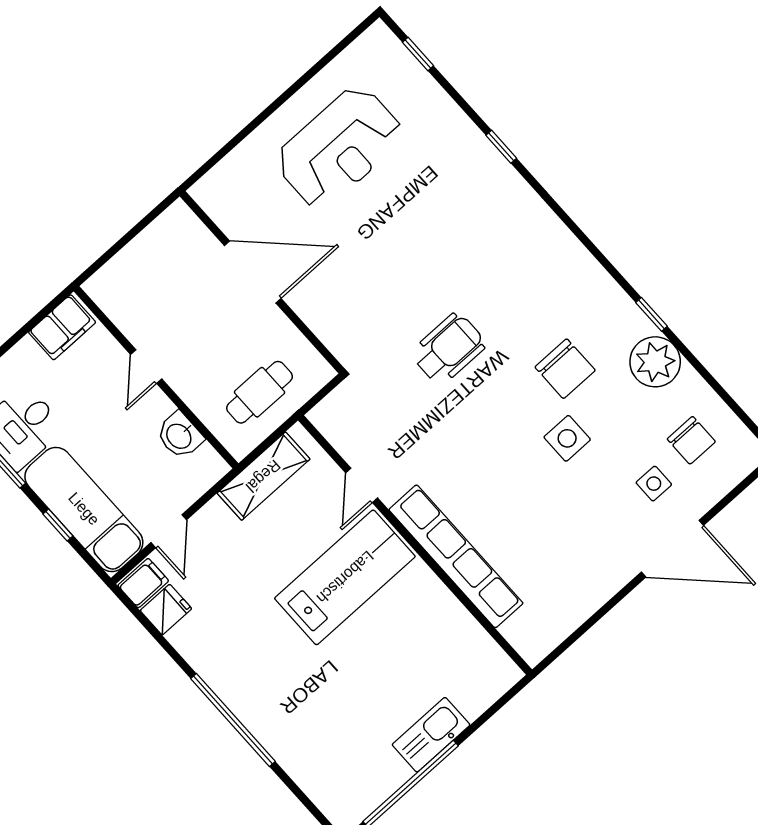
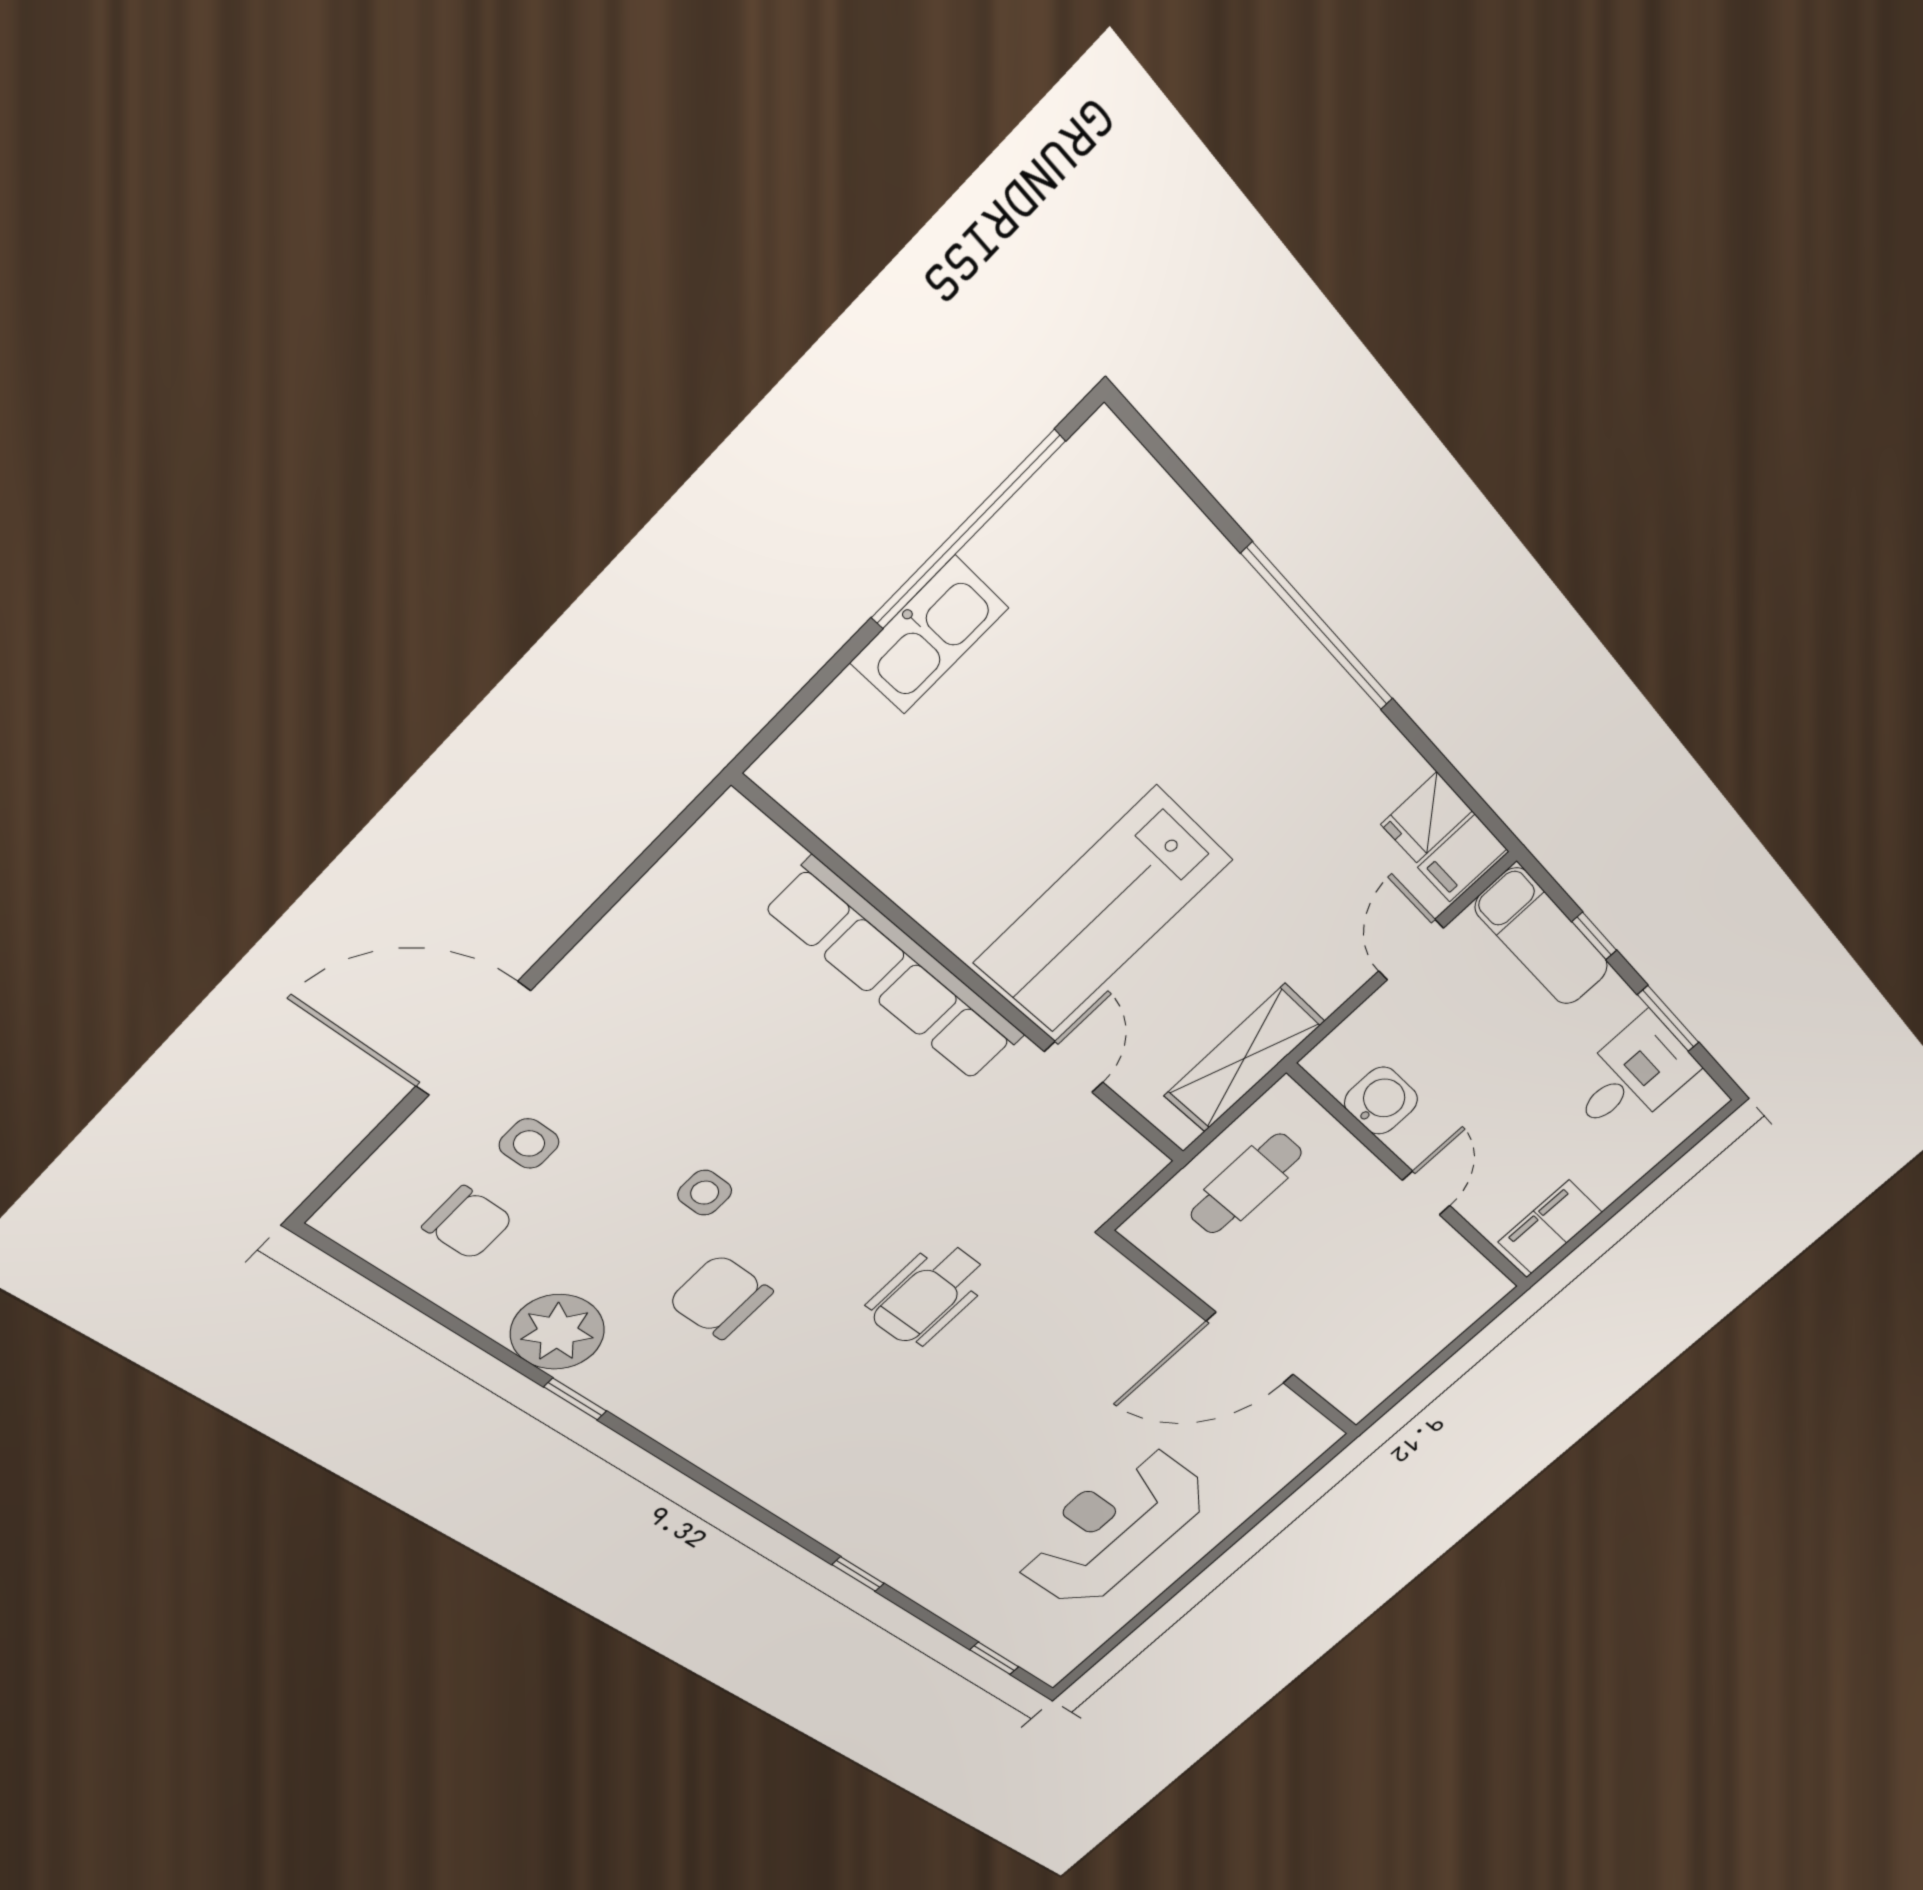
side table: (567, 438) -> (705, 1193), width x0.73, depth x0.73
chair: (691, 440) -> (468, 1223), turned 180
exam couch: (84, 509) -> (1542, 937), width x0.73, depth x0.69

